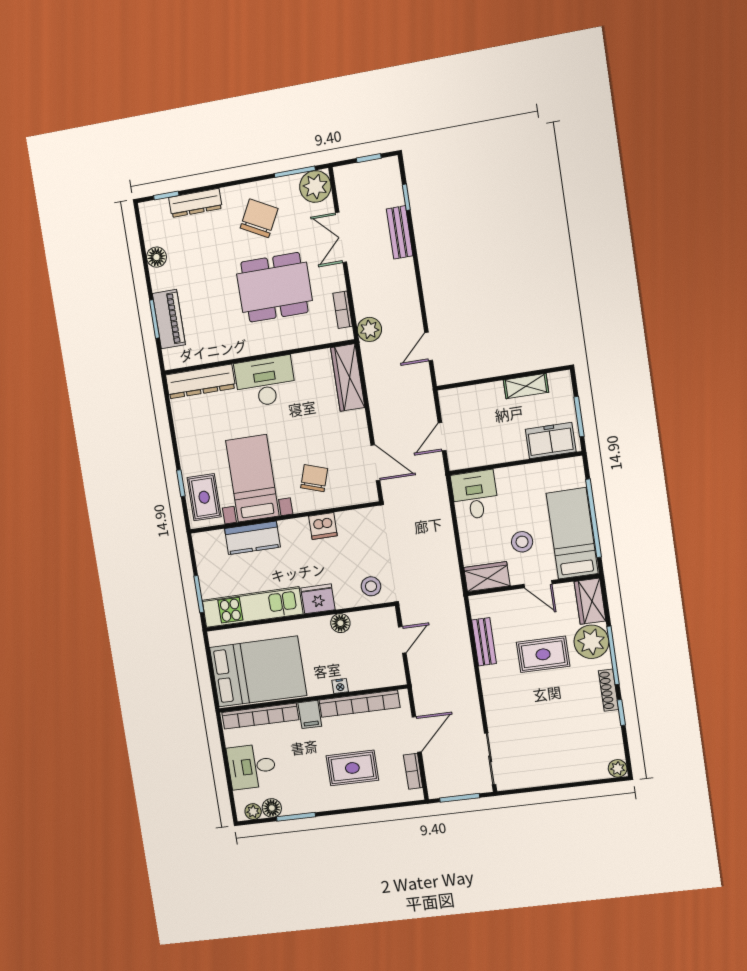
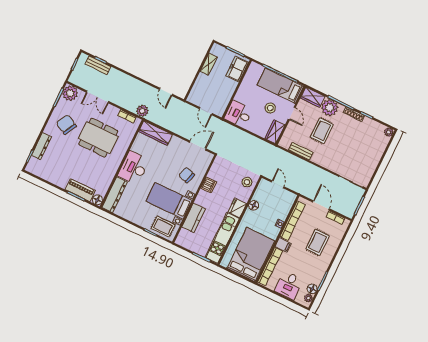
bench: (400, 232) -> (98, 65), moved
floor lamp: (156, 257) -> (97, 200), moved
dining table: (274, 287) -> (98, 138), turned 90
door: (538, 584) -> (292, 113), hinge flipped

